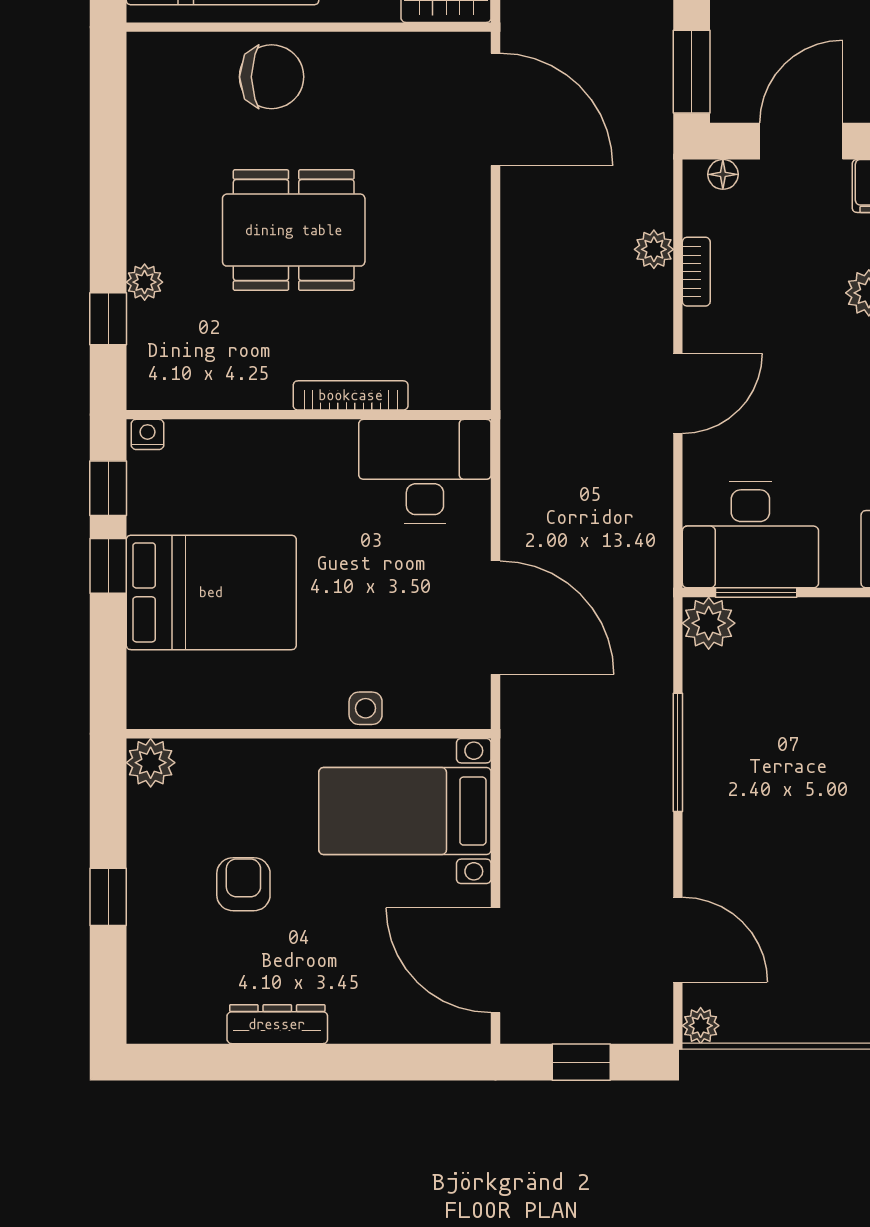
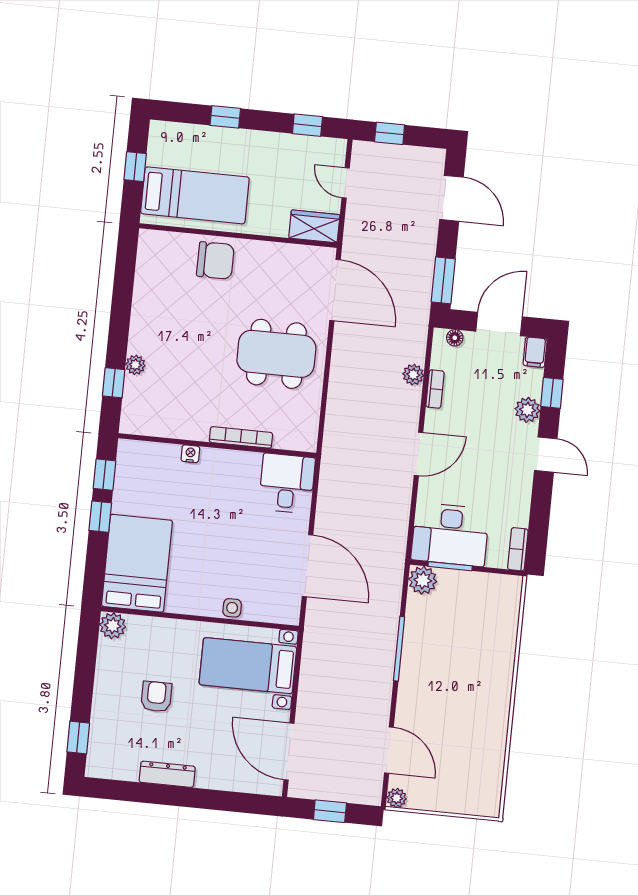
dining table: (294, 230) -> (276, 354), moved
nightstand: (147, 434) -> (190, 454), moved
desk: (425, 471) -> (287, 483), width x0.73
bed: (211, 592) -> (137, 563), moved, turned -90
window: (108, 897) -> (78, 737), moved

